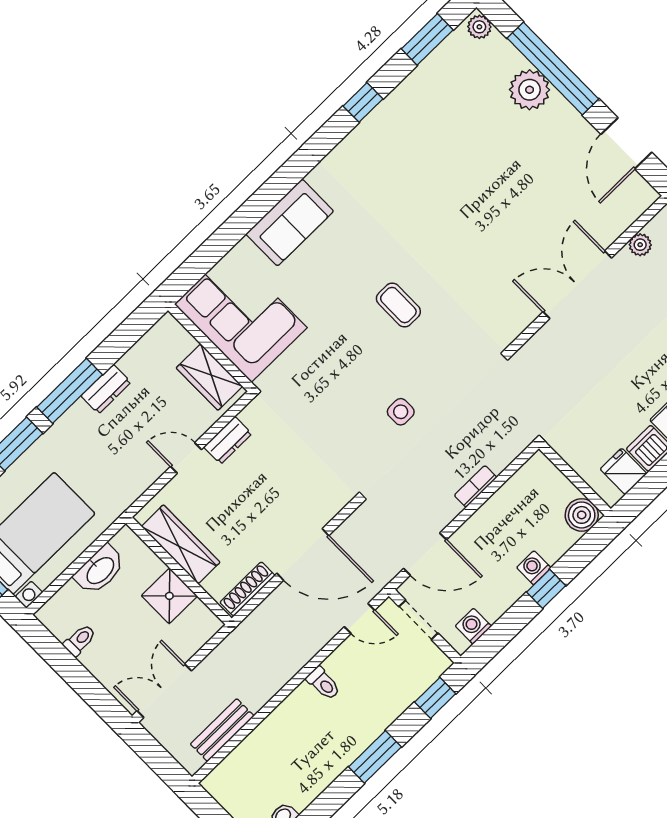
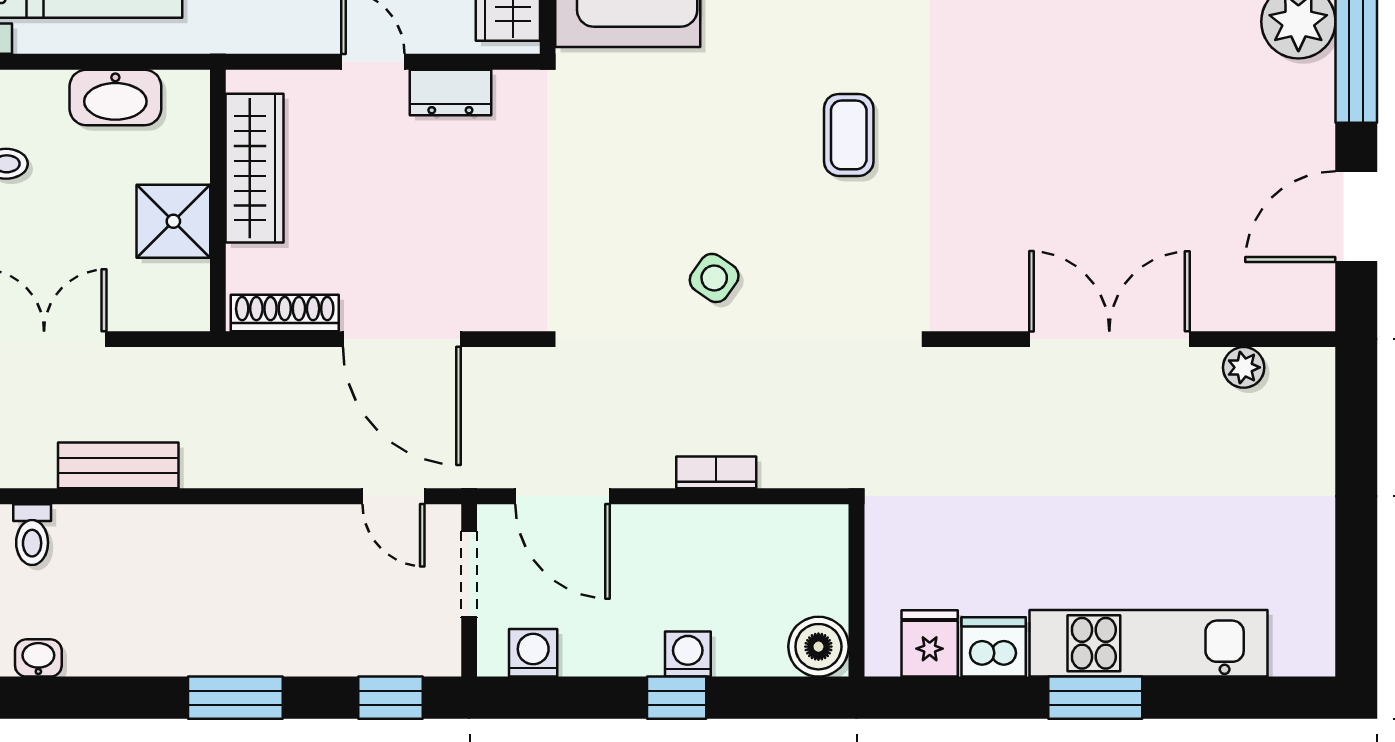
side table: (401, 412) -> (714, 278), turned 35
toilet: (323, 683) -> (32, 535), moved
bench: (222, 730) -> (118, 465), moved

